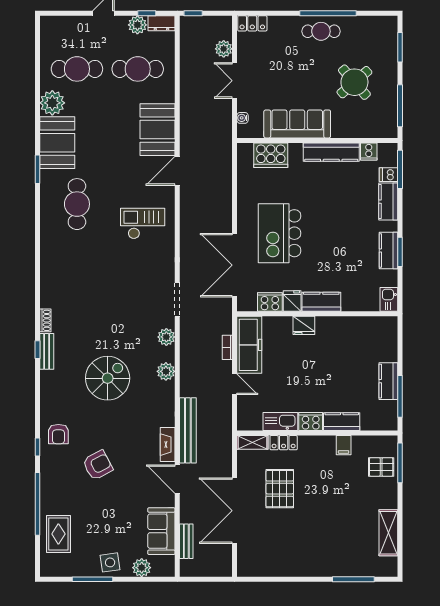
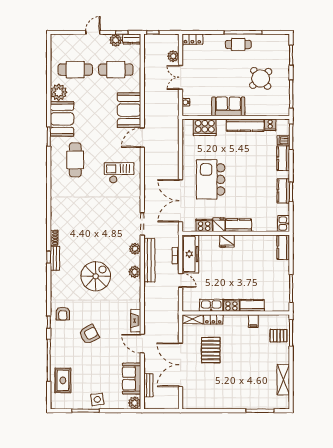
sofa: (297, 124) -> (228, 106), width x0.73
kitchen counter: (388, 381) -> (283, 247), moved
bench: (188, 430) -> (149, 260), moved
plant: (142, 568) -> (134, 403), moved

